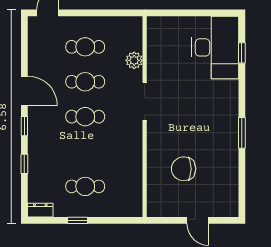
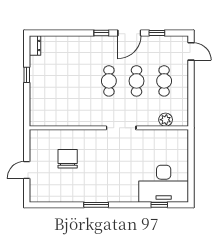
plant: (134, 60) -> (166, 120), moved
window: (24, 164) -> (157, 33), moved
cafe table: (85, 186) -> (54, 81), removed

